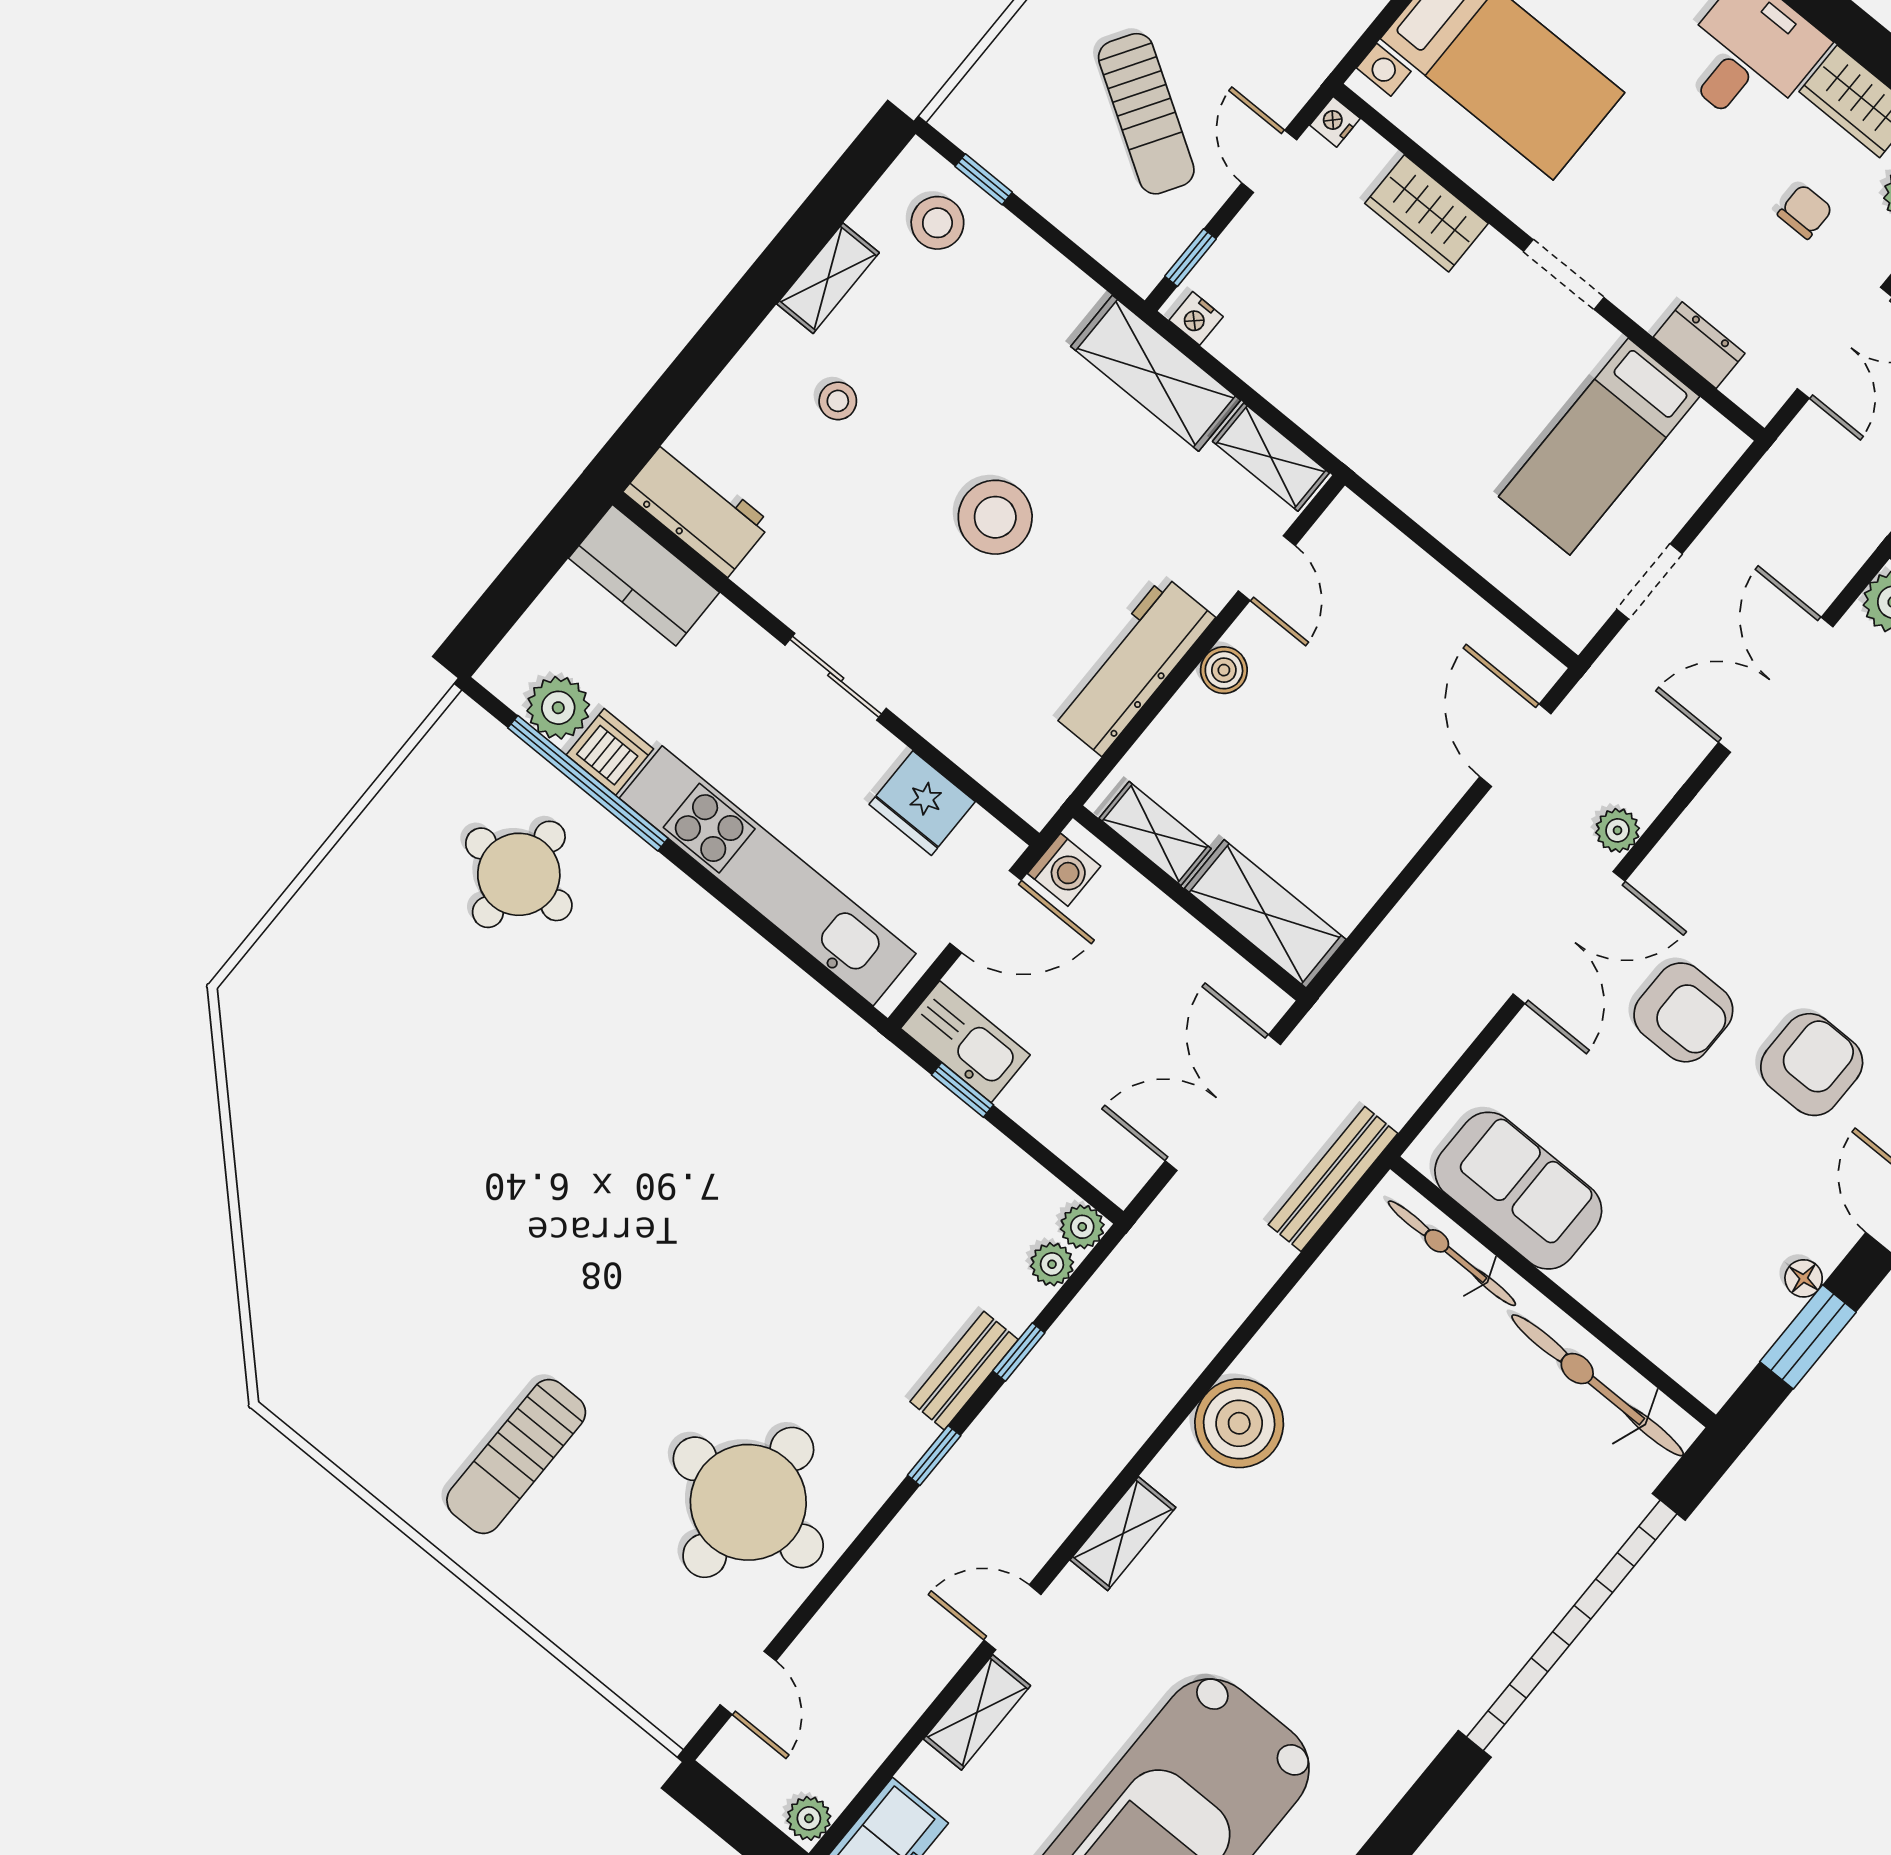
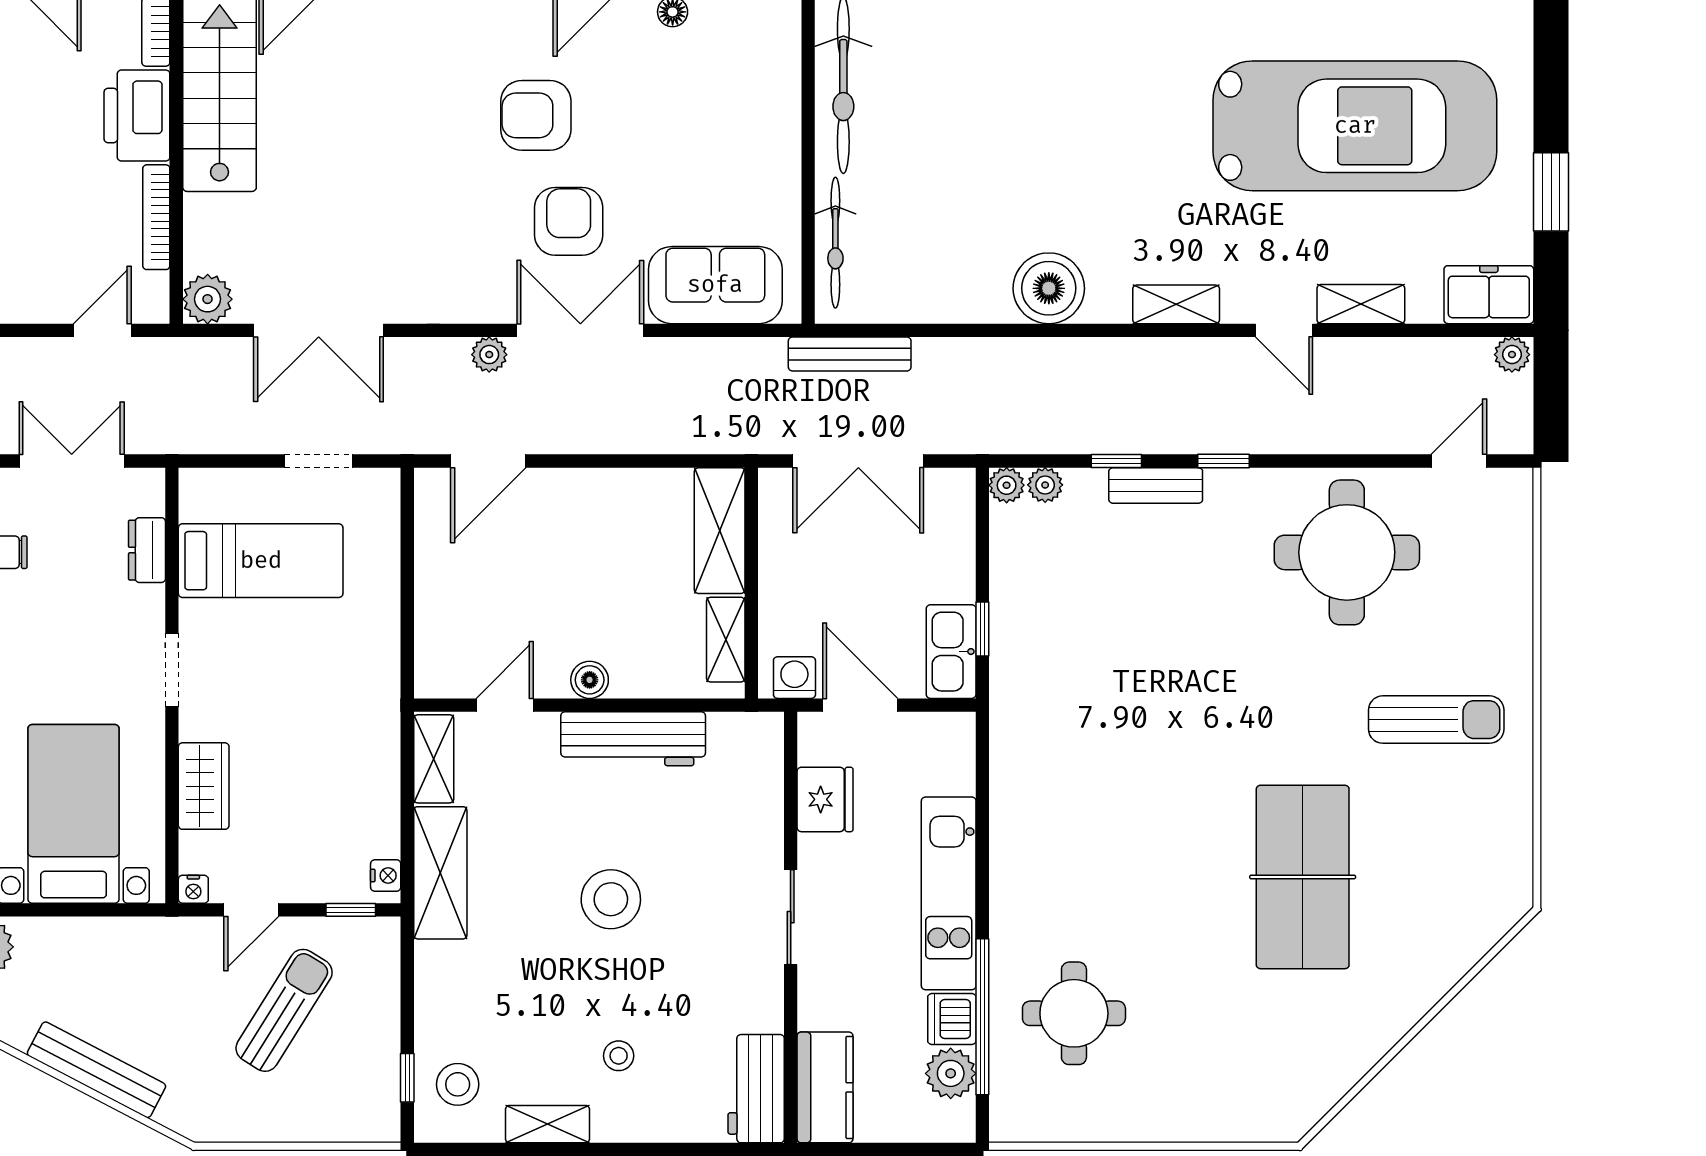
kitchen unit: (768, 876) -> (949, 893), width x0.73
sofa: (1518, 1191) -> (715, 285), moved, turned 90
table tennis table: (470, 1203) -> (1303, 877), added

